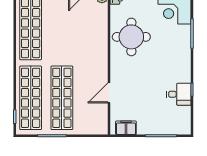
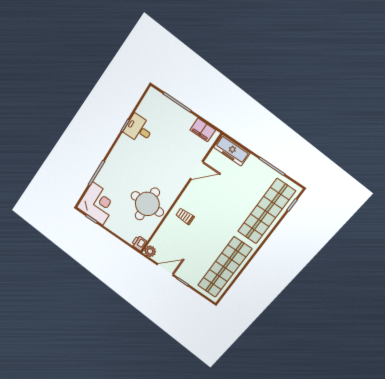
trolley: (93, 48) -> (185, 216), added
shop shelf: (62, 98) -> (240, 193), removed
freezer: (92, 127) -> (232, 150), added

